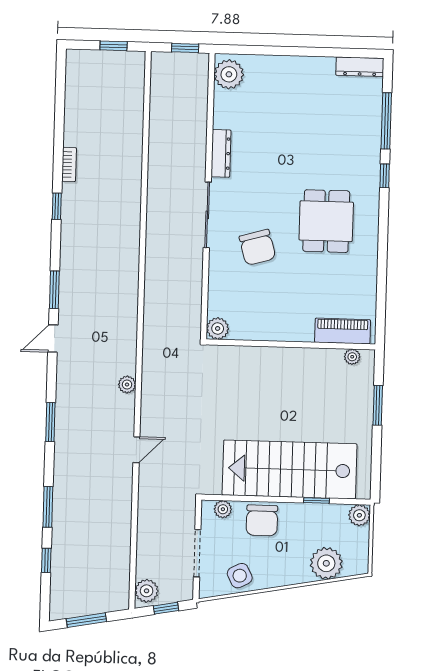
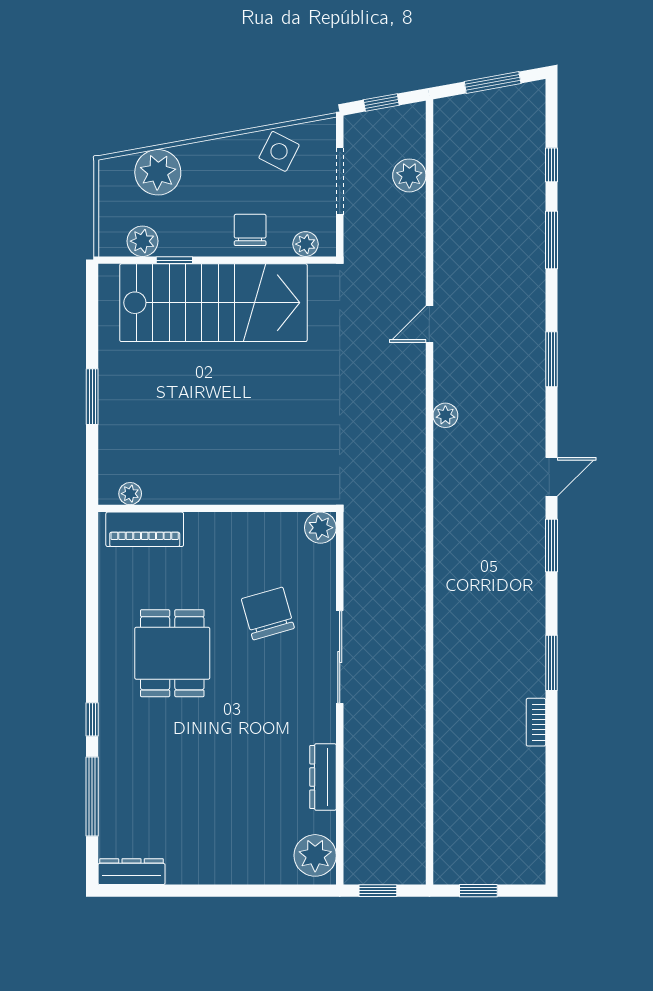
dresser: (221, 153) -> (323, 777), moved
window: (57, 206) -> (552, 663), width x1.50
plant: (218, 328) -> (320, 528), moved
piano: (343, 331) -> (145, 529), moved
wall: (291, 344) -> (217, 508), moved
plant: (352, 357) -> (130, 494), moved
plant: (359, 515) -> (142, 241), moved
chair: (262, 520) -> (250, 230), width x0.73, depth x0.73
side table: (240, 576) -> (279, 151), turned -36
plant: (147, 591) -> (409, 175), moved

